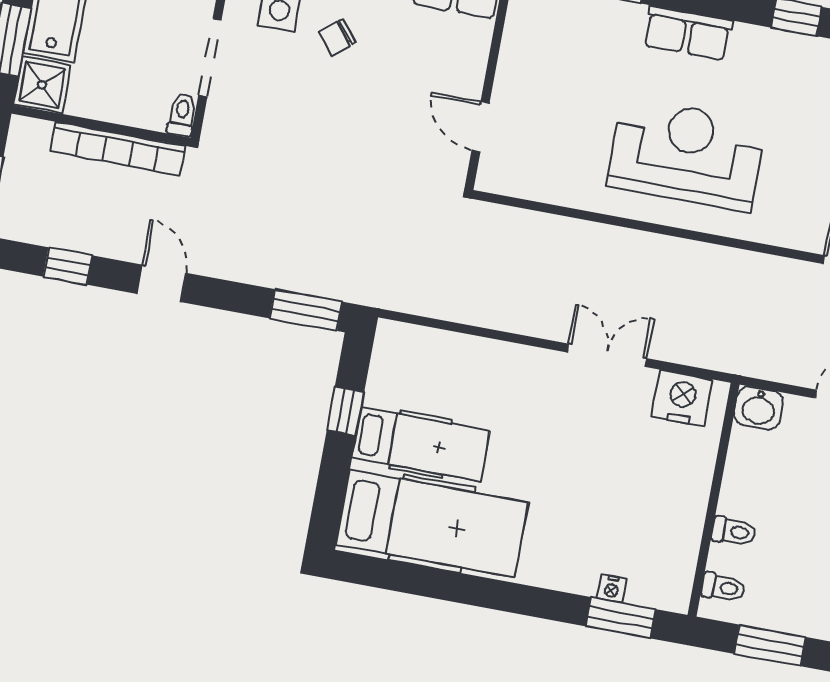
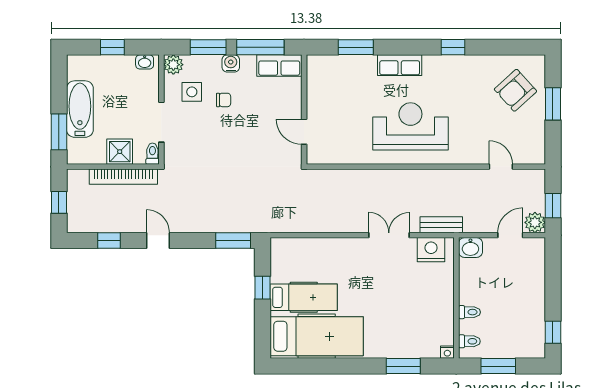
chair: (337, 37) -> (224, 100), turned -141
shower: (42, 85) -> (120, 152), moved
bench: (711, 354) -> (441, 225), added
nightstand: (612, 588) -> (447, 352), moved
window: (621, 618) -> (403, 366), moved

